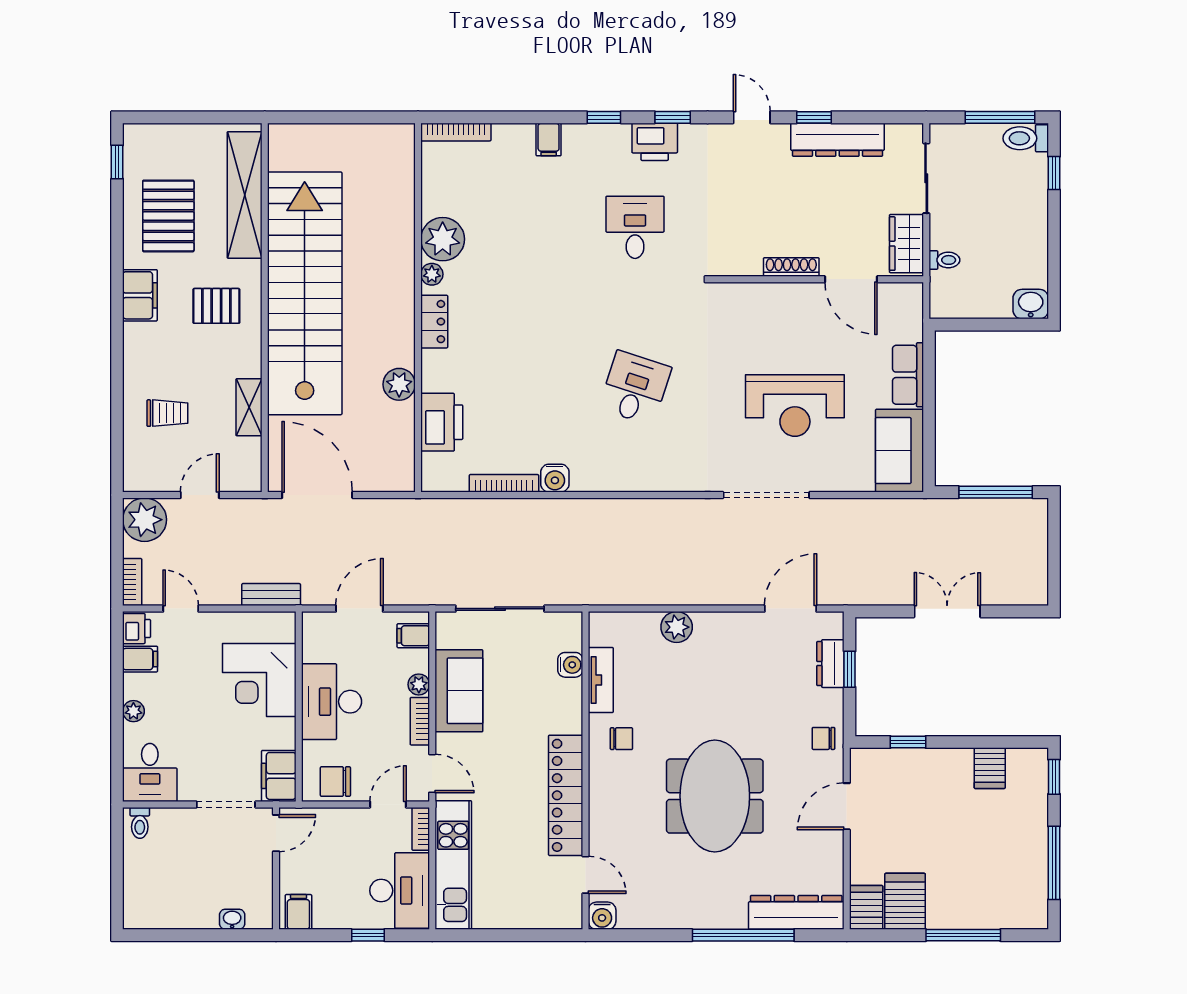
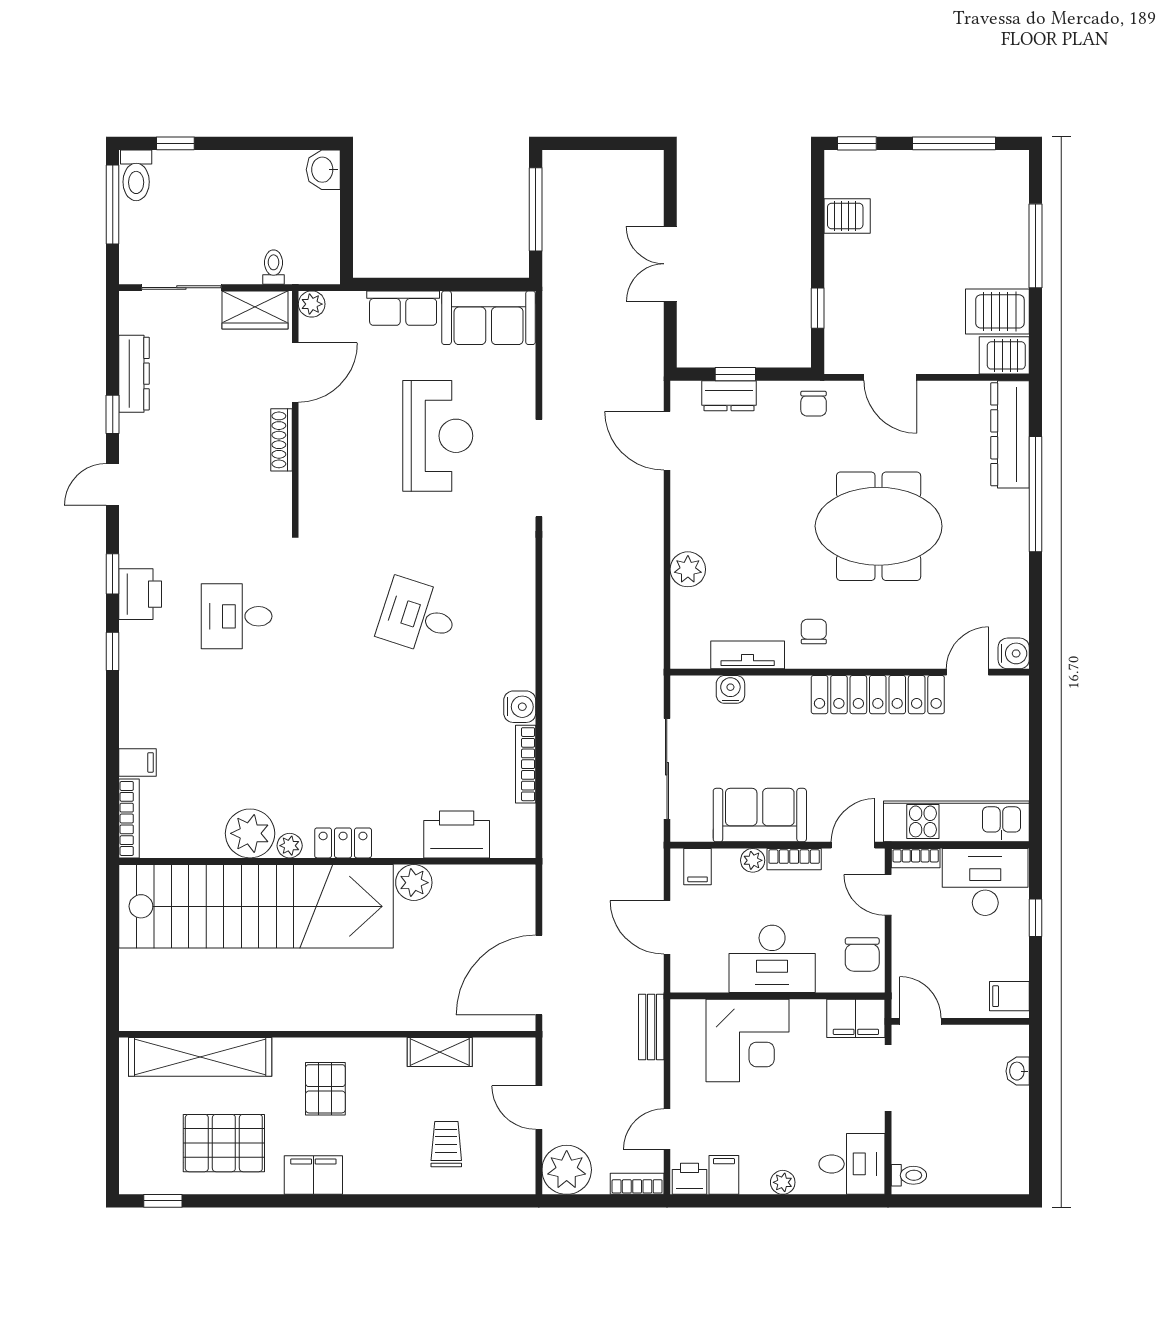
filing cabinet: (549, 140) -> (138, 762), moved
dresser: (837, 140) -> (134, 374), width x0.73, depth x0.80
stairs: (305, 293) -> (256, 906), moved, turned 180
plant: (912, 294) -> (312, 304), added

